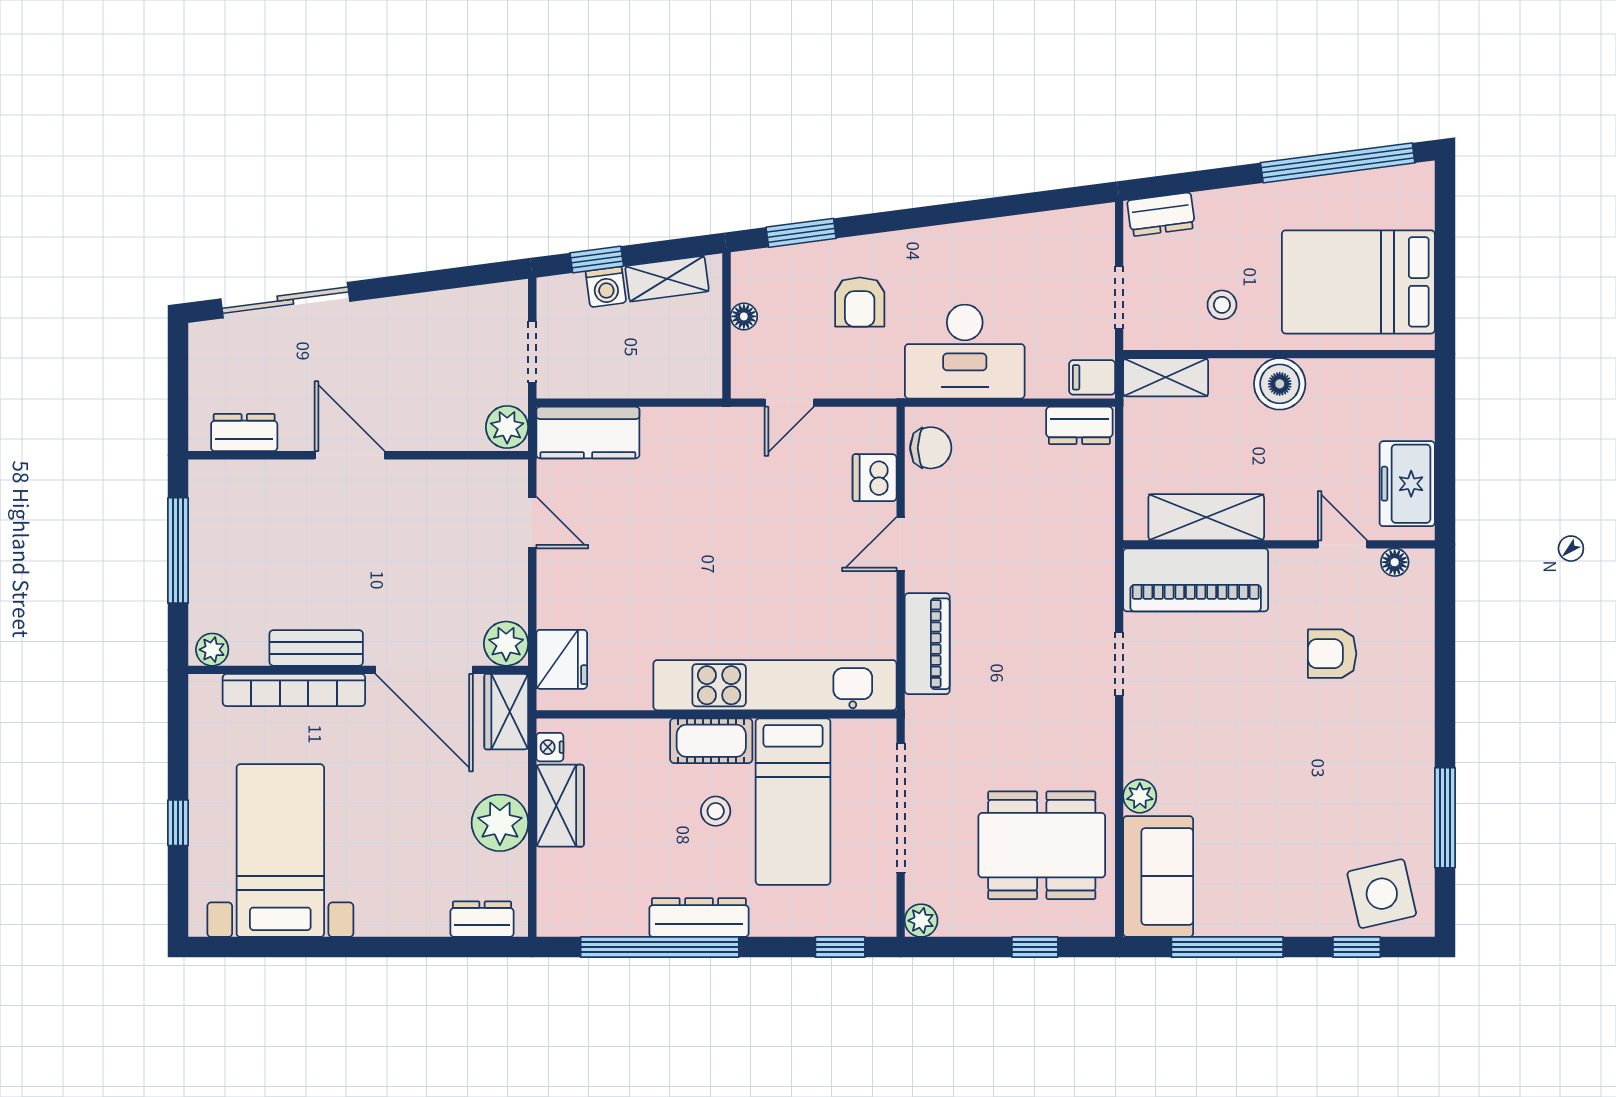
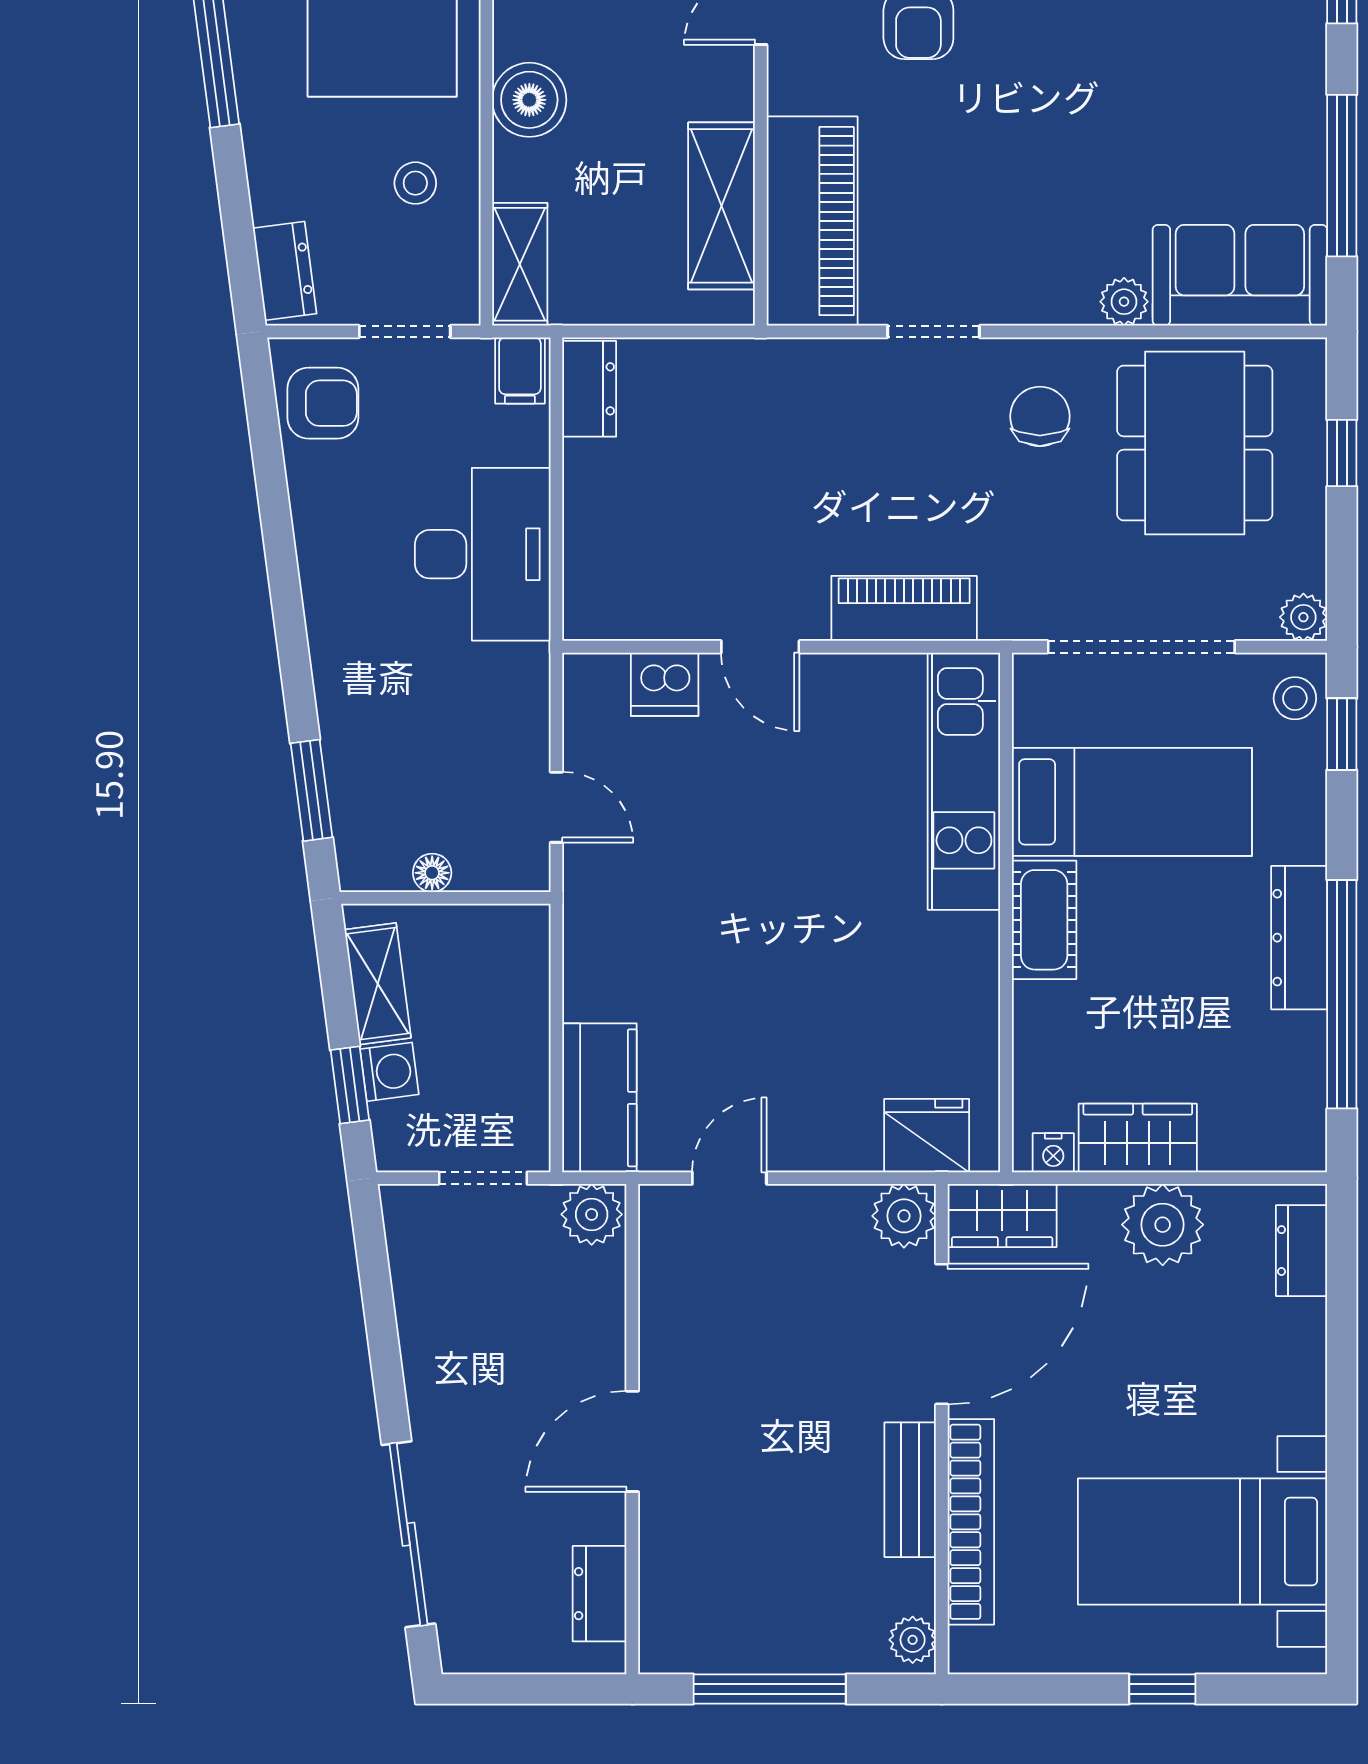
armchair: (860, 302) -> (323, 403), moved
chair: (931, 448) -> (1040, 416), moved
kitchen unit: (775, 685) -> (964, 781), width x0.73
stool: (716, 811) -> (1295, 698), moved

